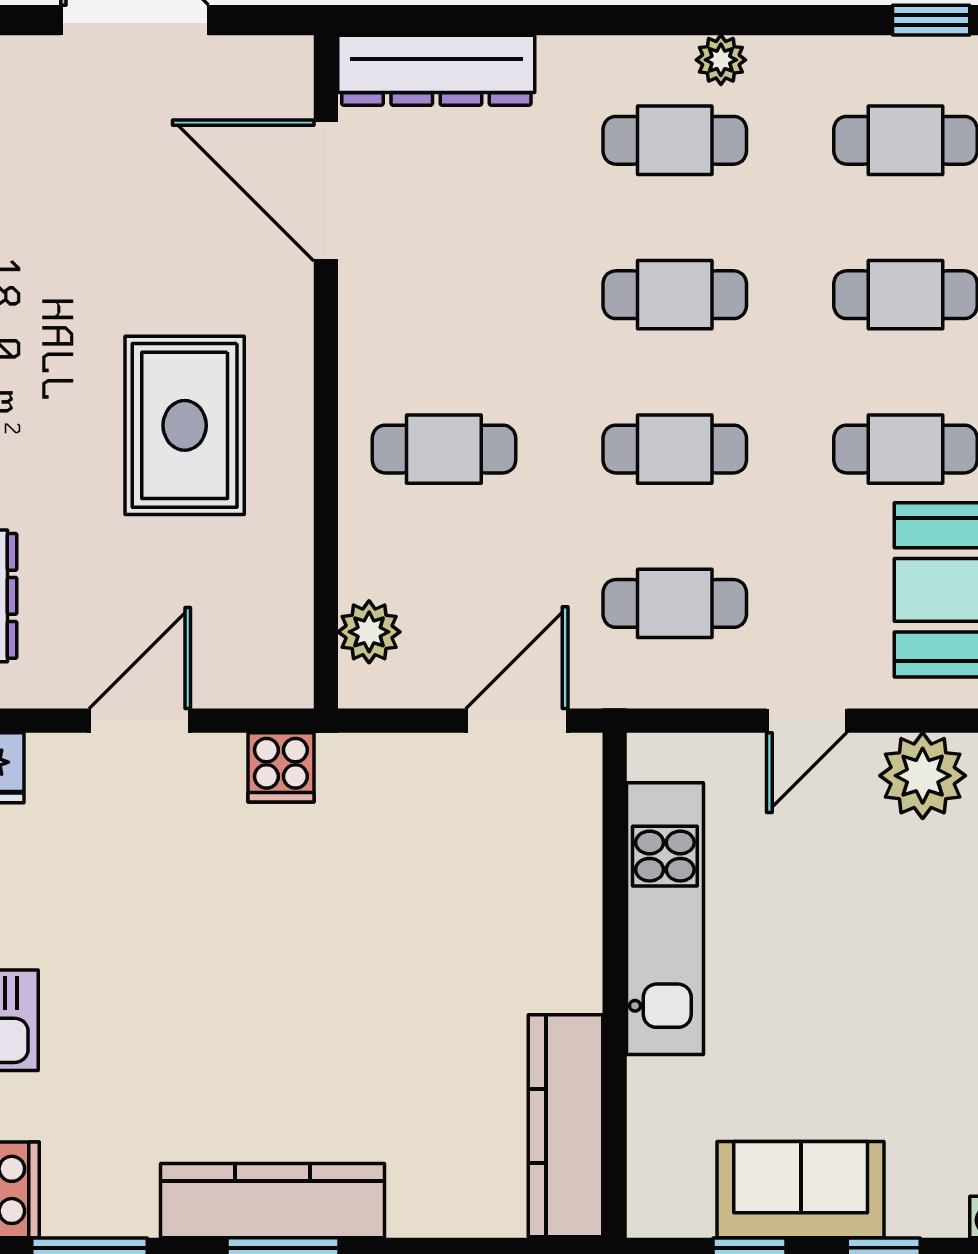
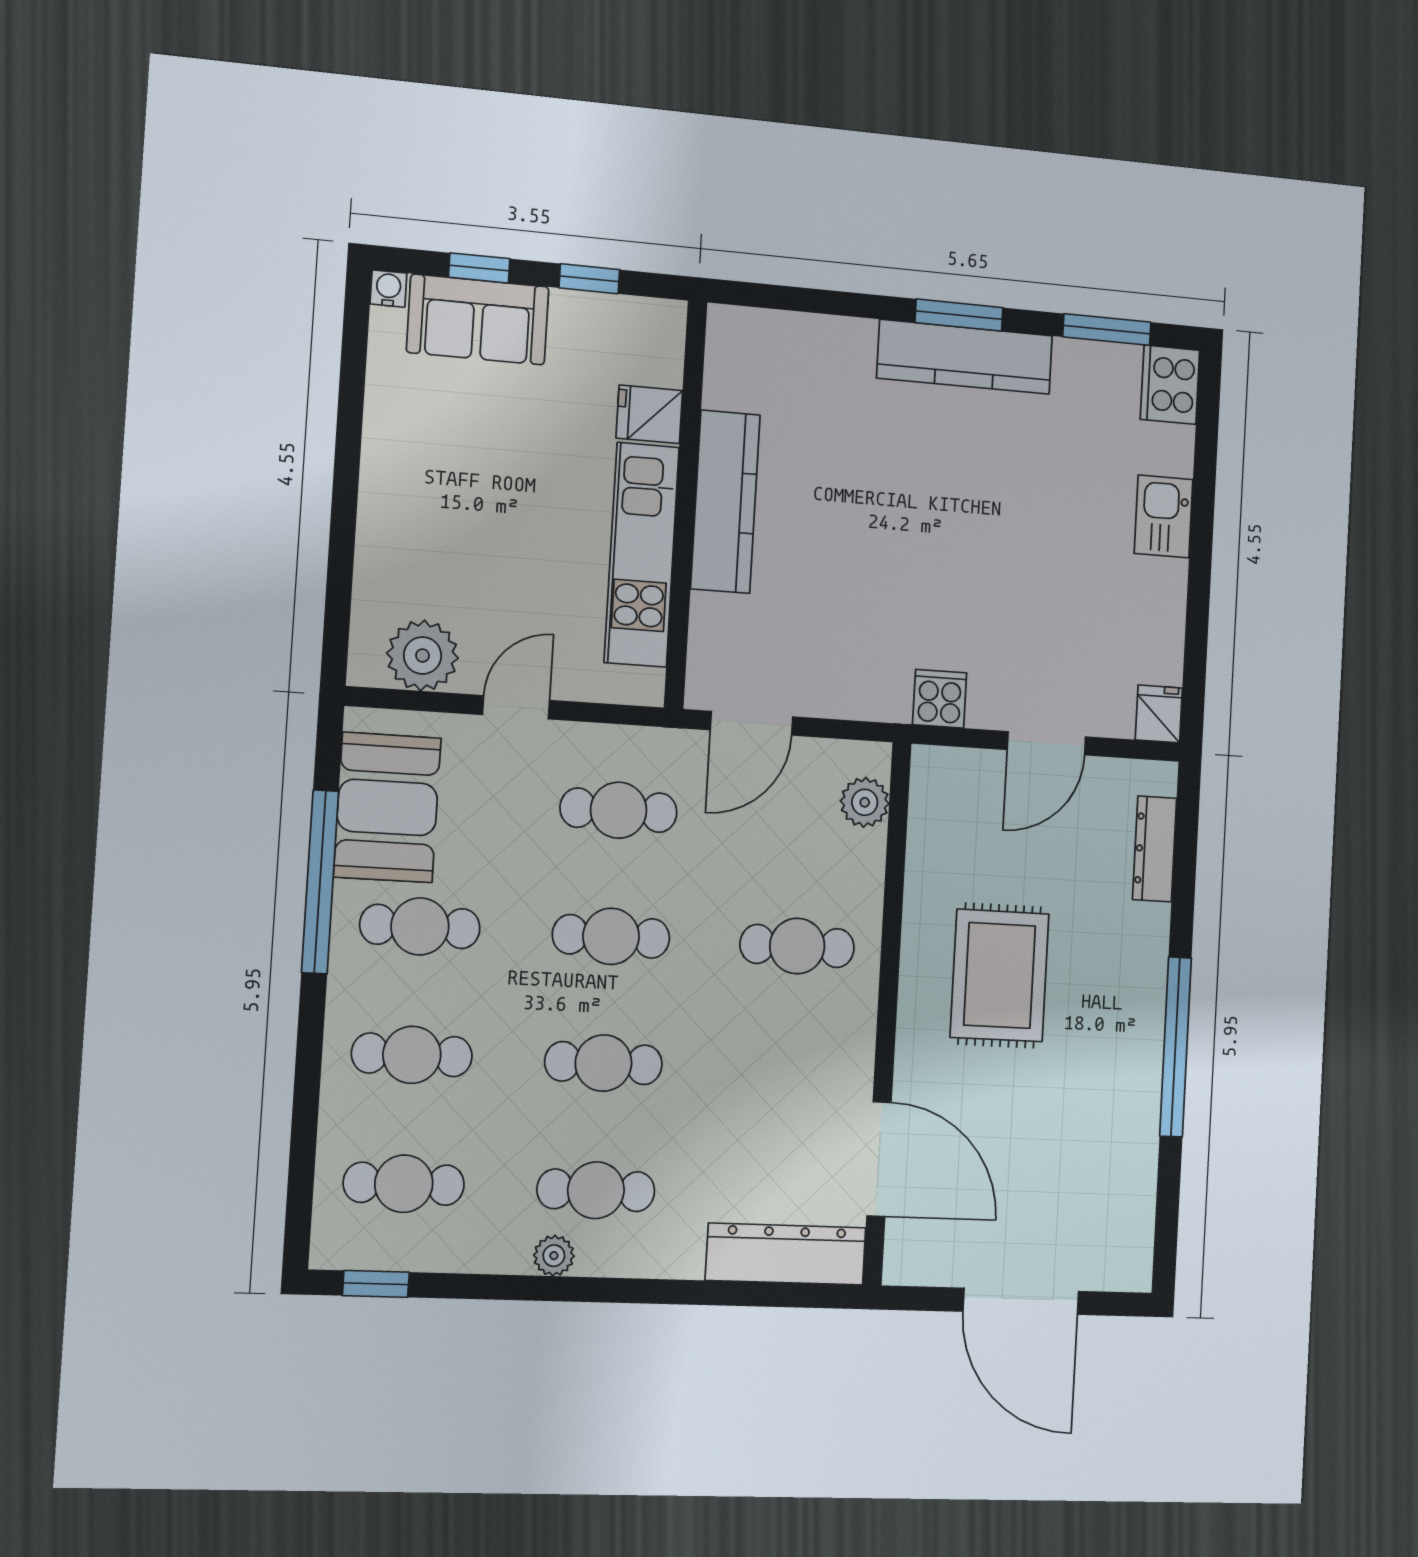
fridge: (666, 1092) -> (649, 414), added
kitchen counter: (566, 1126) -> (725, 502), moved
sofa: (801, 1190) -> (478, 320), moved

